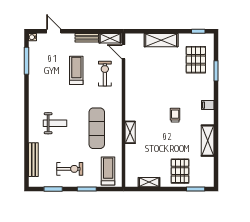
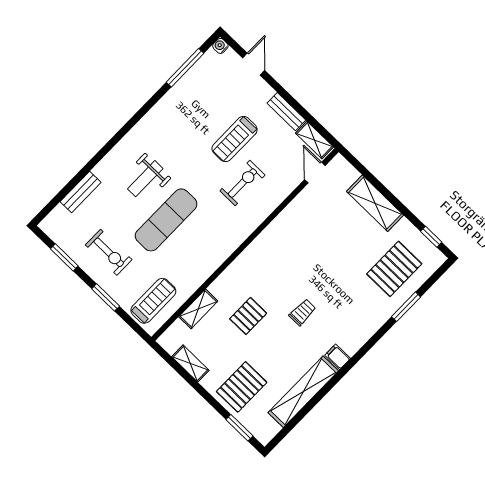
treadmill: (76, 70) -> (235, 139), turned 180
exercise bike: (105, 74) -> (242, 183), moved
filing cabinet: (208, 105) -> (338, 357), moved
weight bench: (55, 123) -> (145, 179), turned 90
exercise mat: (97, 128) -> (166, 220), moved
shelving: (130, 132) -> (198, 309), moved
pallet: (154, 139) -> (248, 316), added
shelving: (208, 141) -> (303, 392), width x1.47
bench: (33, 160) -> (81, 192), width x0.73

